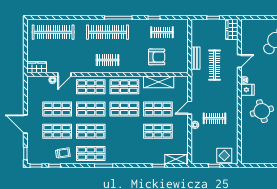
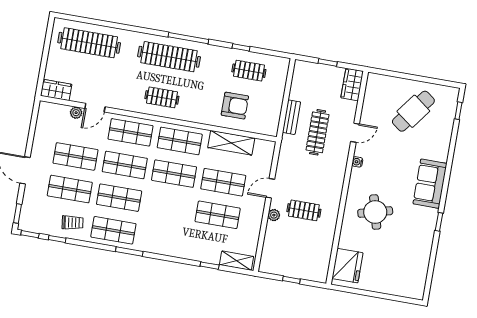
fridge: (247, 90) -> (347, 266), moved, width x1.88, depth x1.34
display table: (224, 156) -> (309, 267), removed

